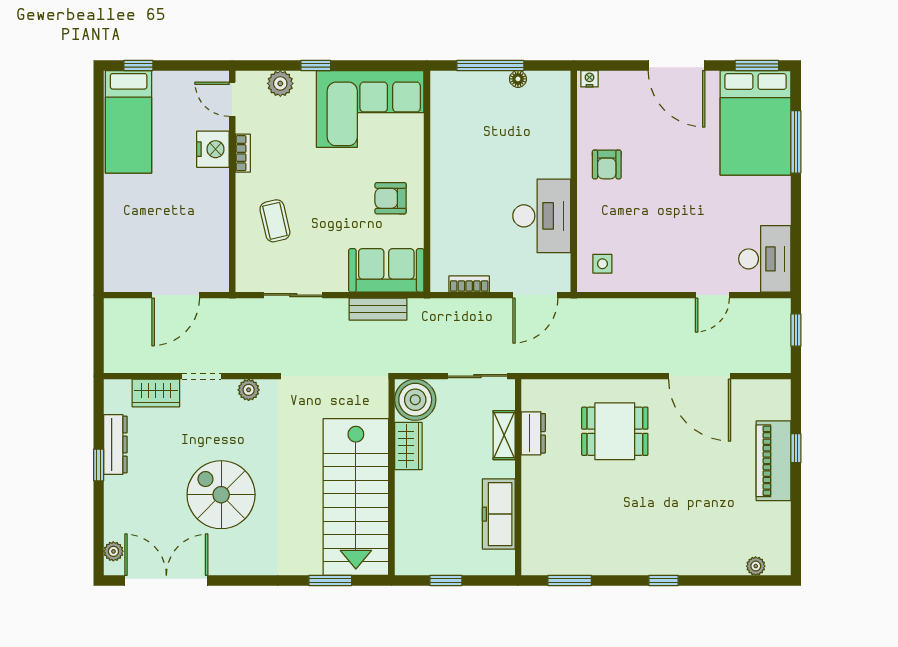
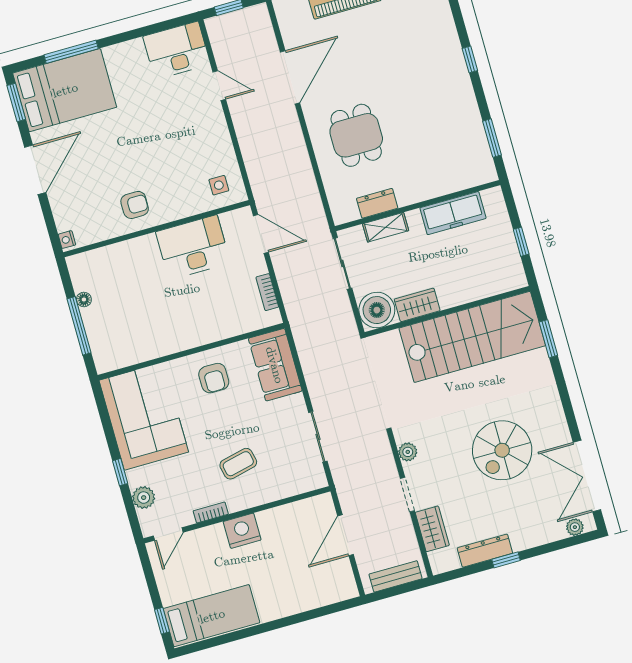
nightstand: (213, 149) -> (242, 531), moved
coffee table: (275, 221) -> (238, 464), moved
door: (176, 295) -> (346, 535), swing flipped
bench: (378, 309) -> (396, 576), moved, turned 90

